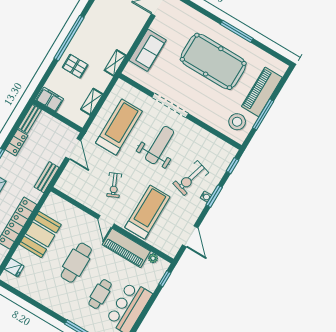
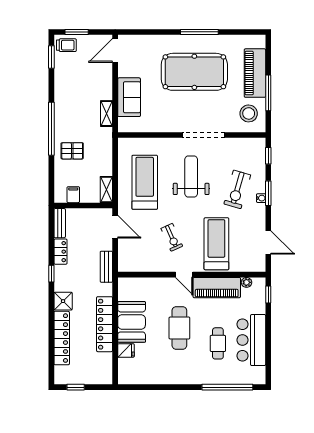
shelving: (115, 63) -> (106, 114), moved
filing cabinet: (50, 99) -> (73, 195), width x0.50
shelving: (92, 102) -> (106, 190), moved
doorway: (170, 105) -> (204, 135), moved
fridge: (14, 268) -> (126, 350), moved

